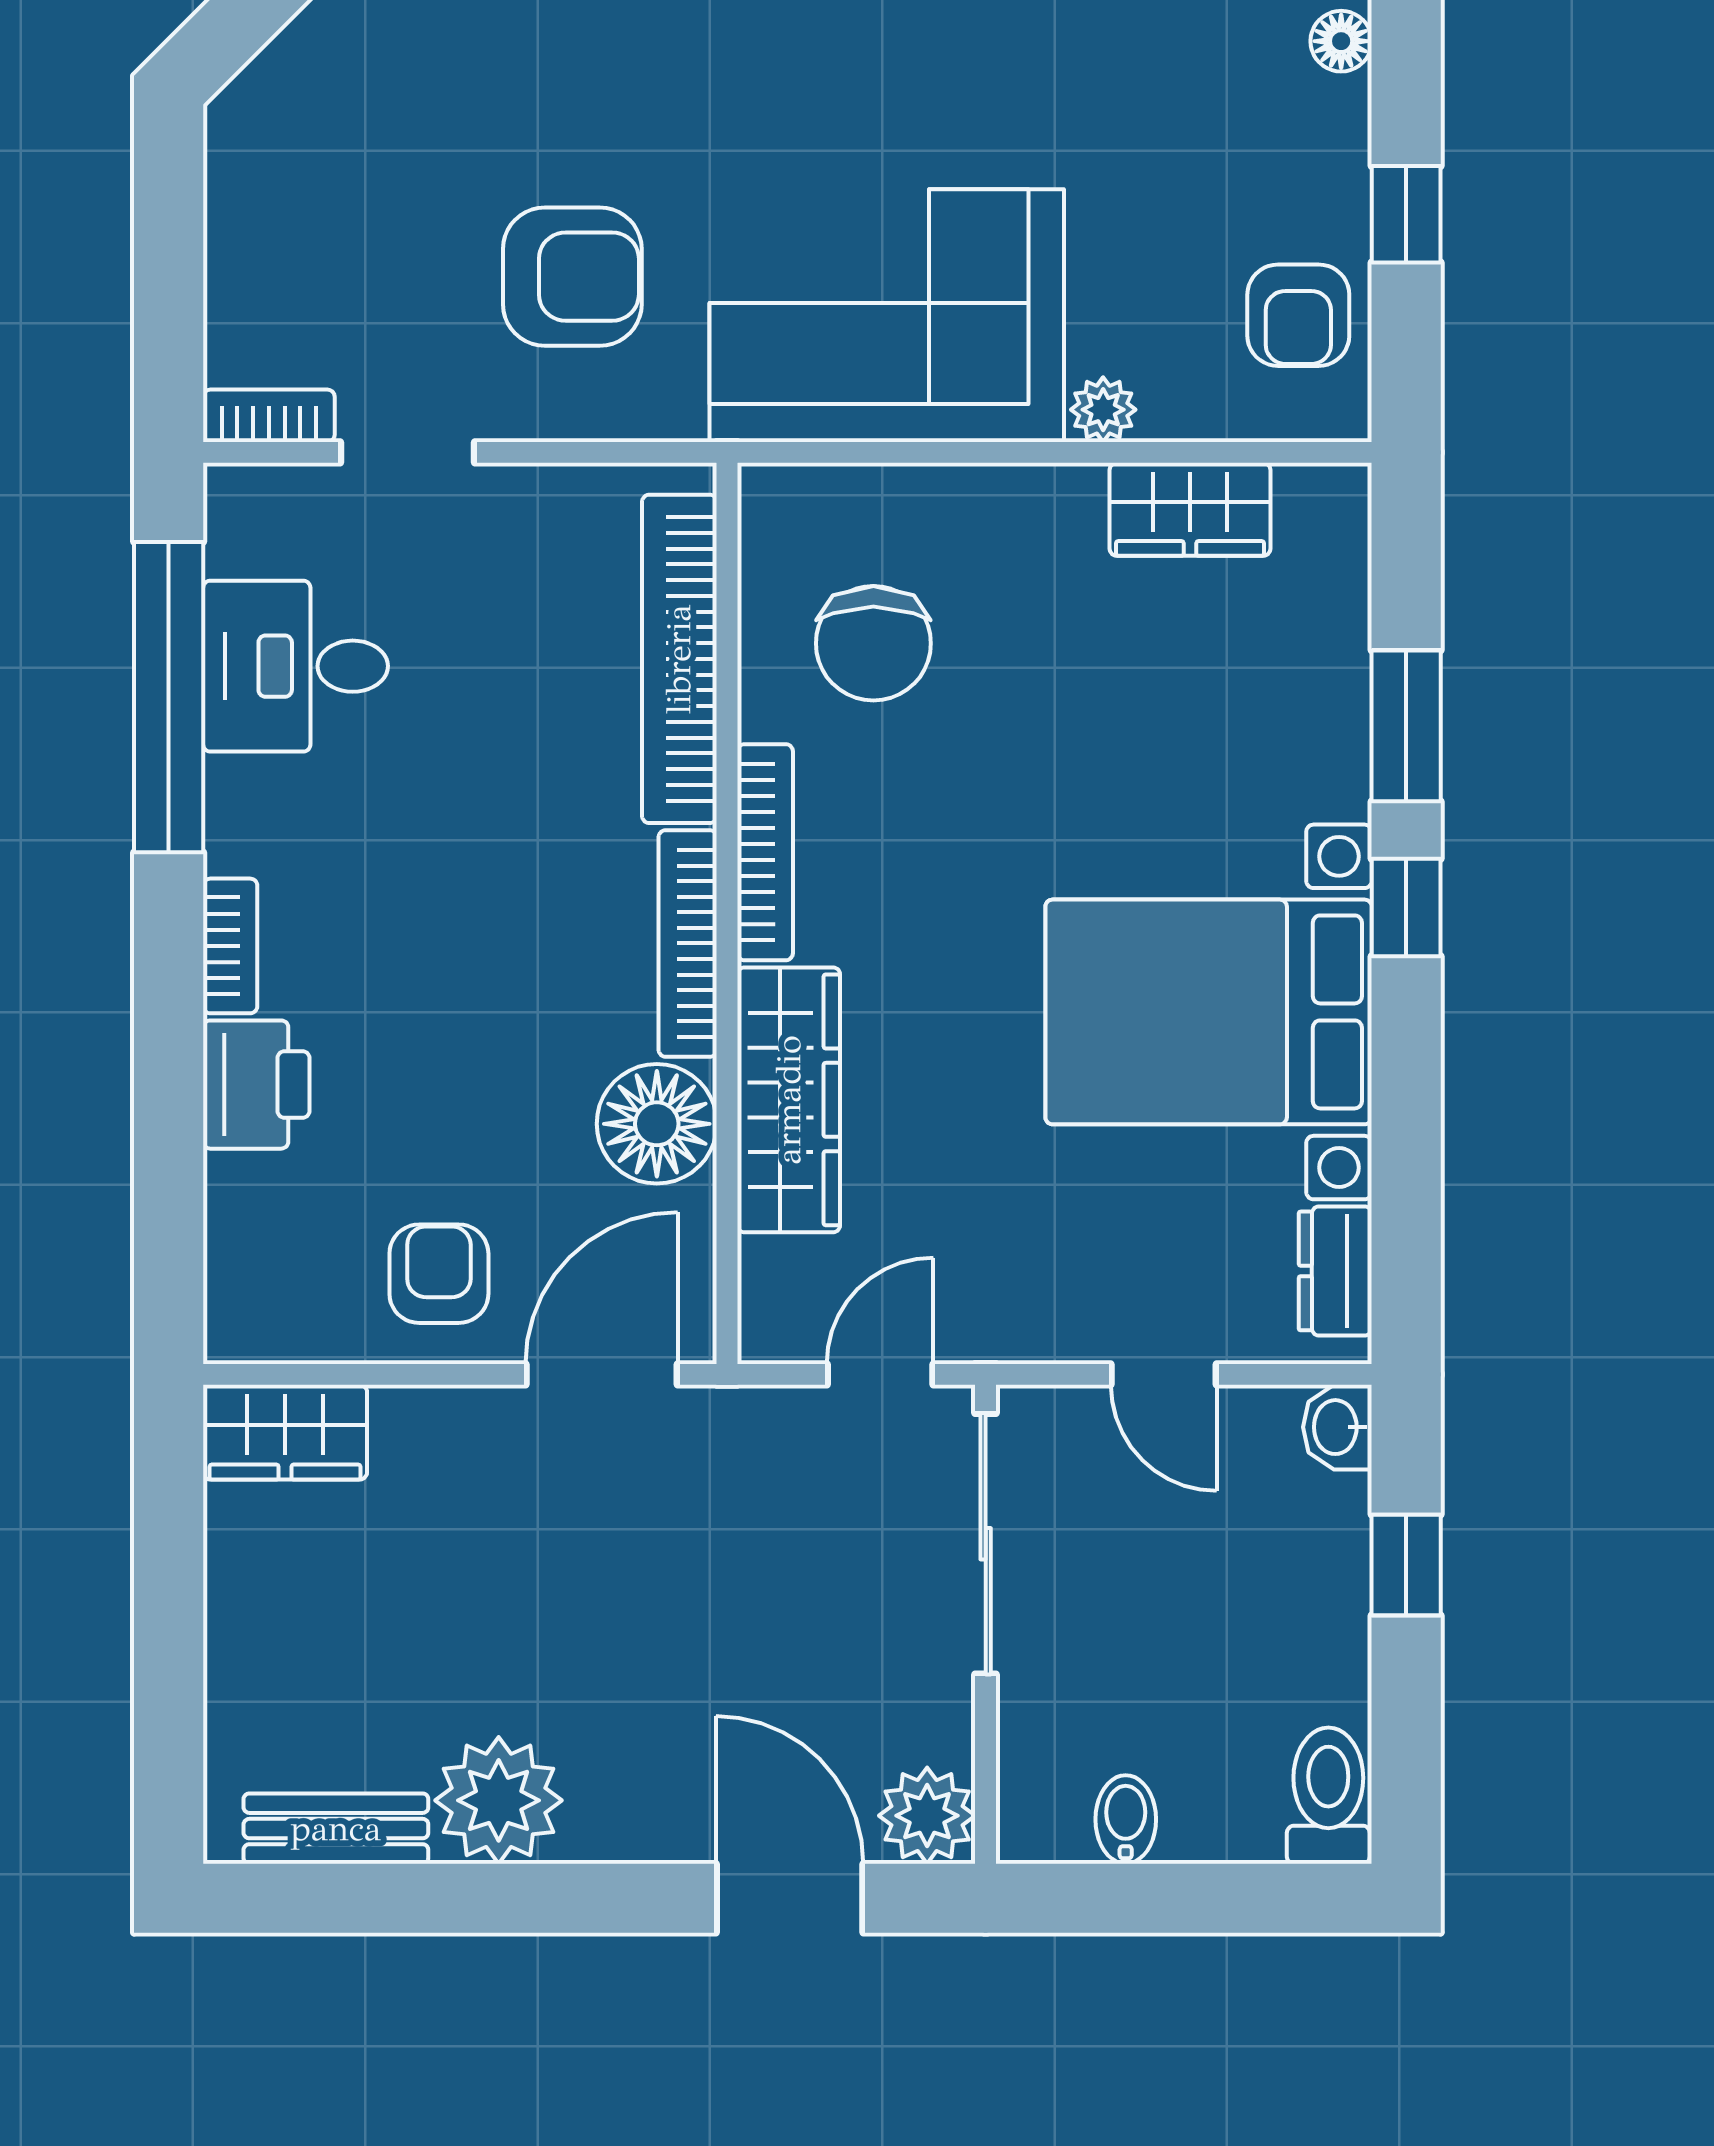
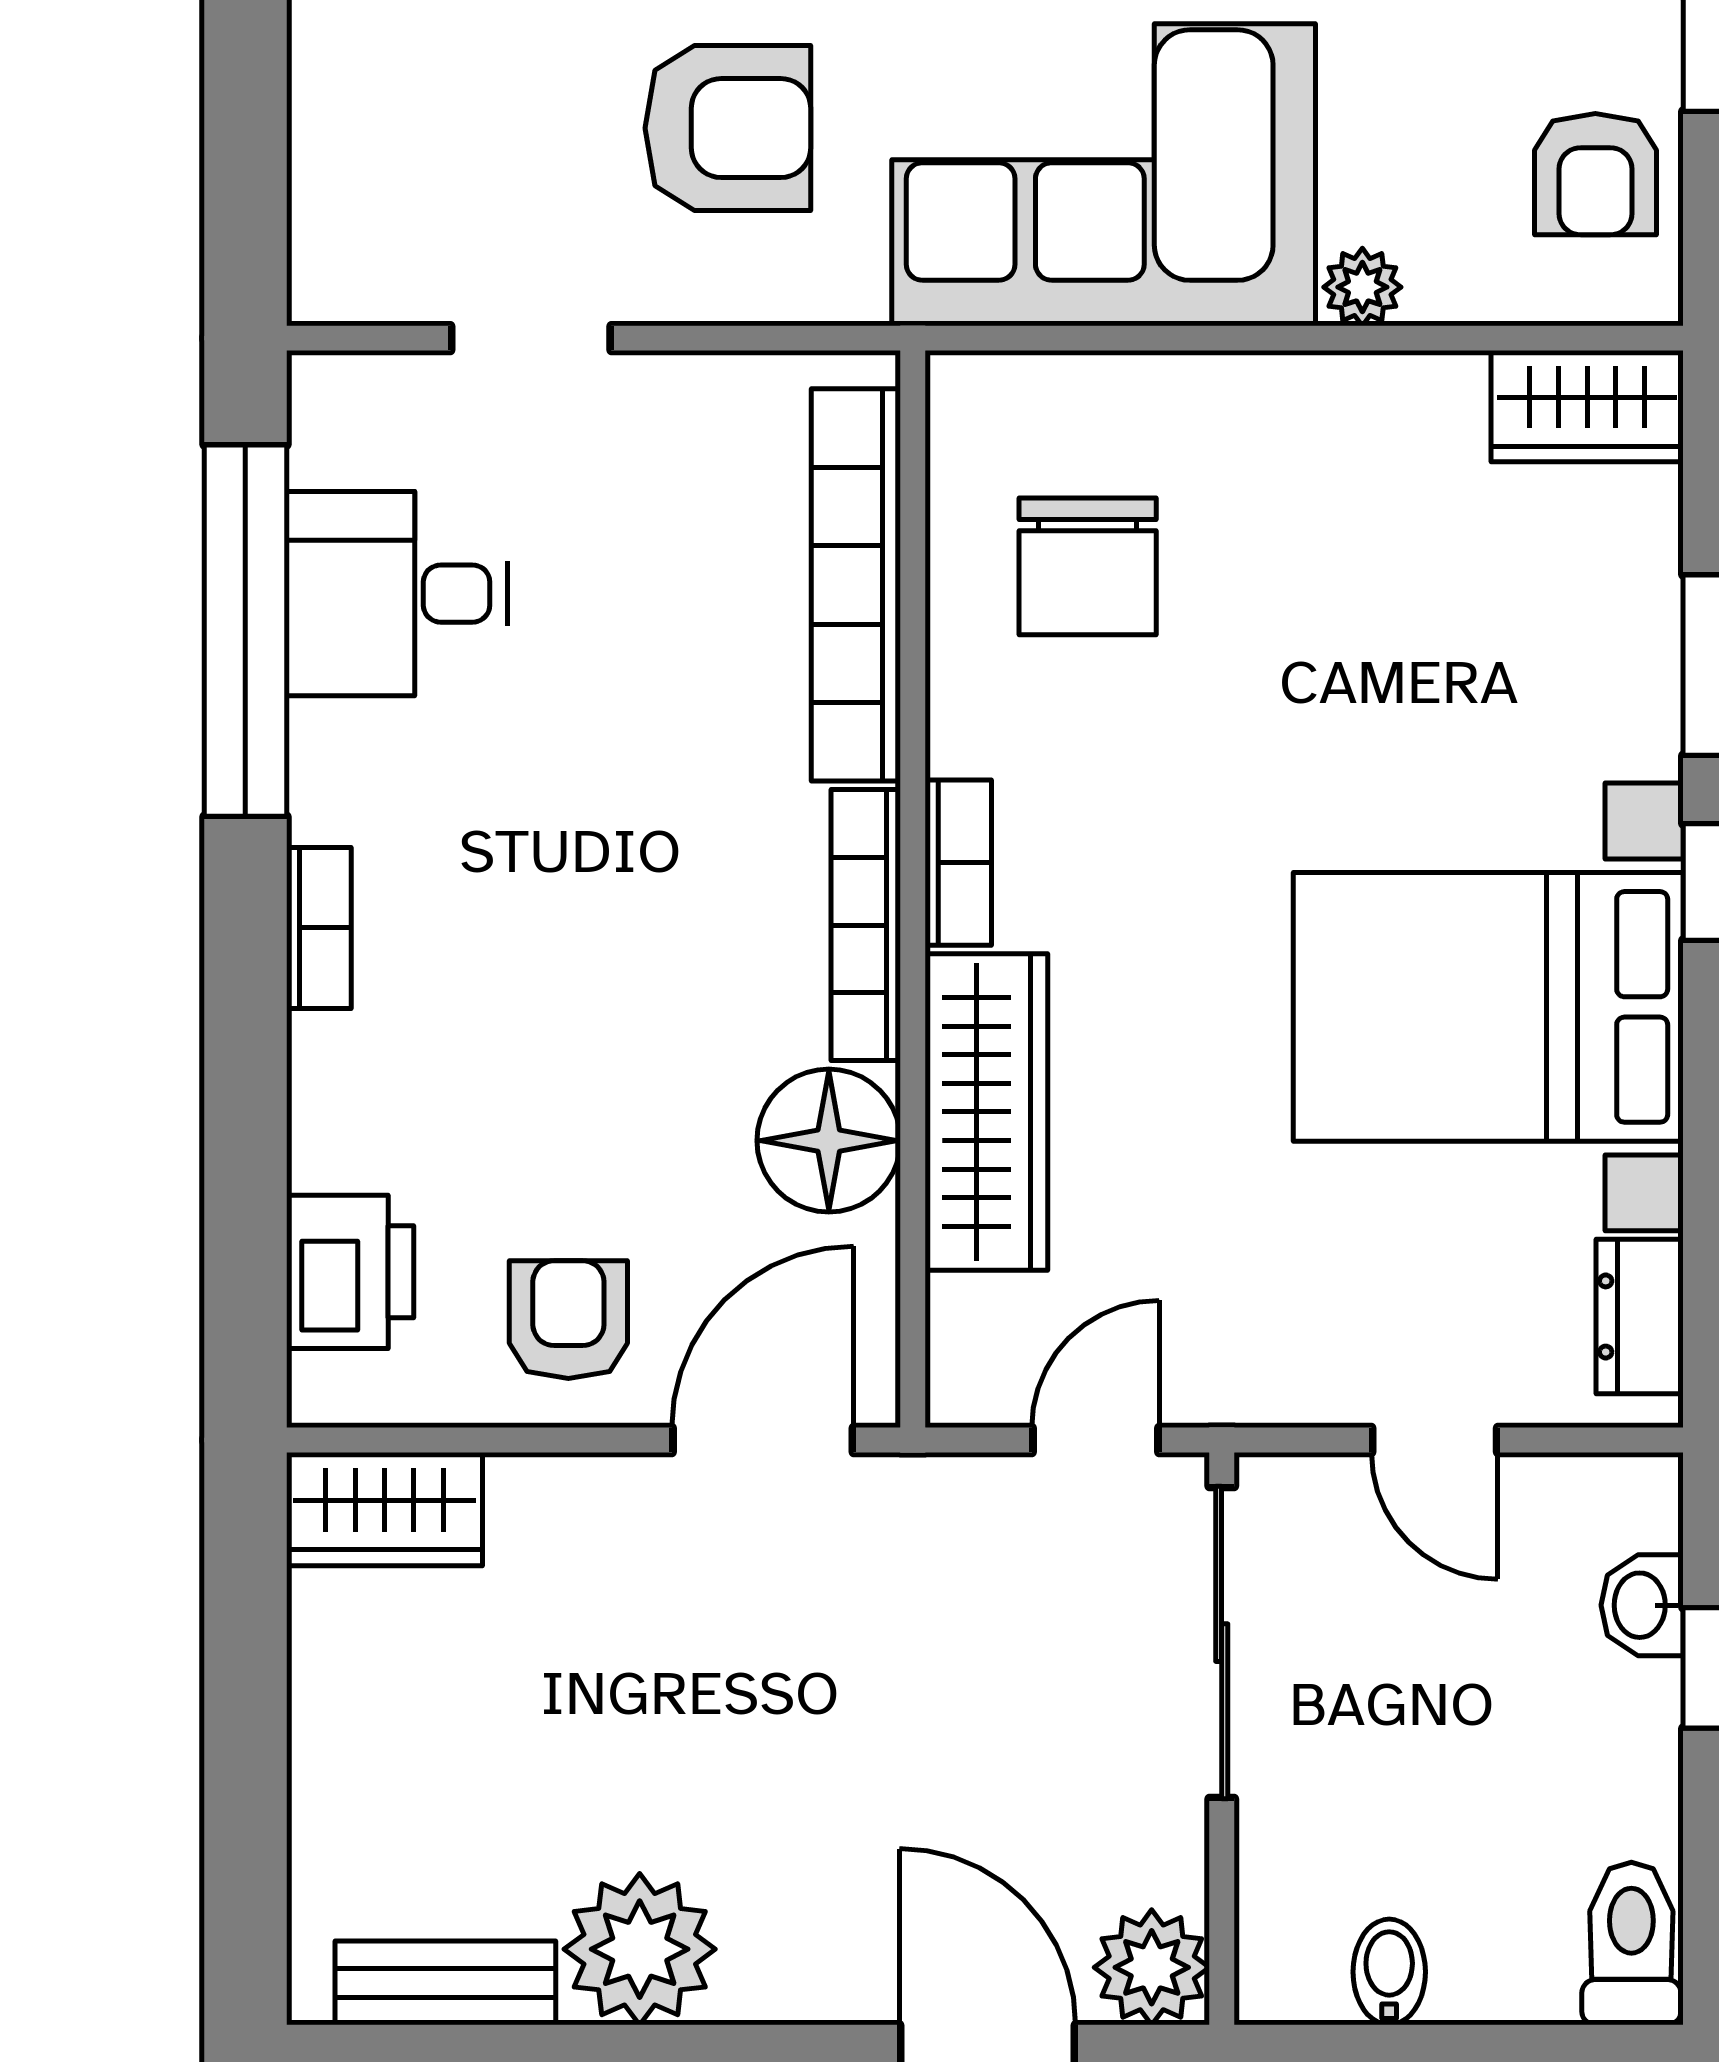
bookcase: (269, 416) -> (365, 294), removed
wardrobe: (1190, 509) -> (1587, 406), moved
bookcase: (765, 852) -> (958, 863), width x0.64
printer: (256, 1085) -> (350, 1272), moved
washbasin: (1337, 1427) -> (1642, 1605), moved

